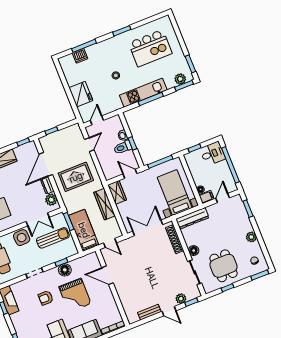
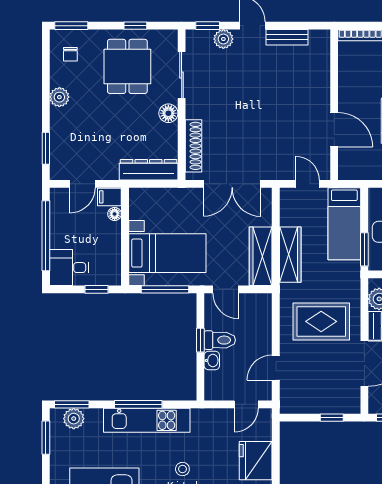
wardrobe: (117, 192) -> (261, 256), width x1.50
bed with nightstands: (175, 193) -> (167, 253), moved, turned -90

